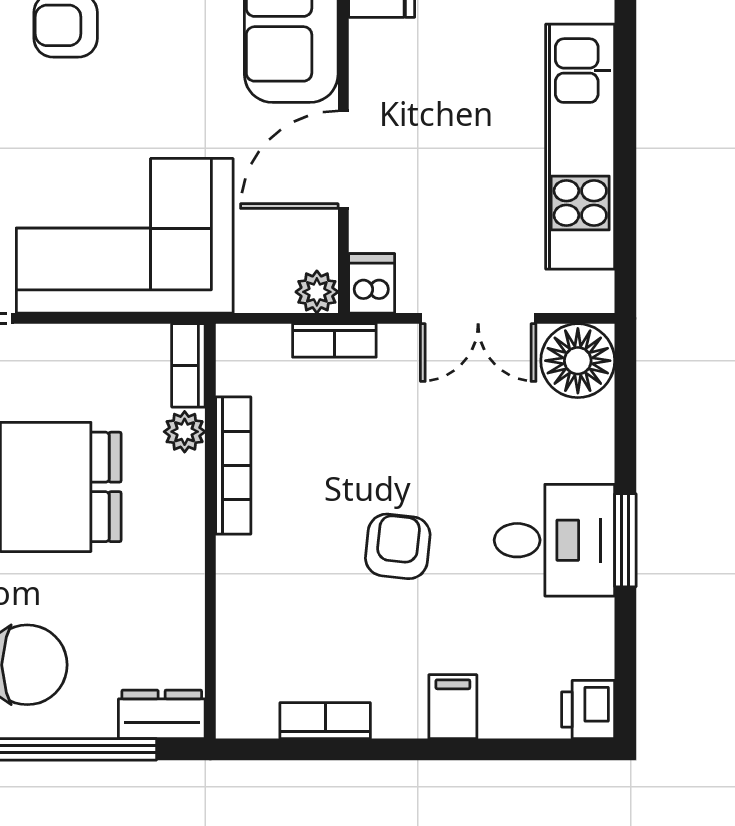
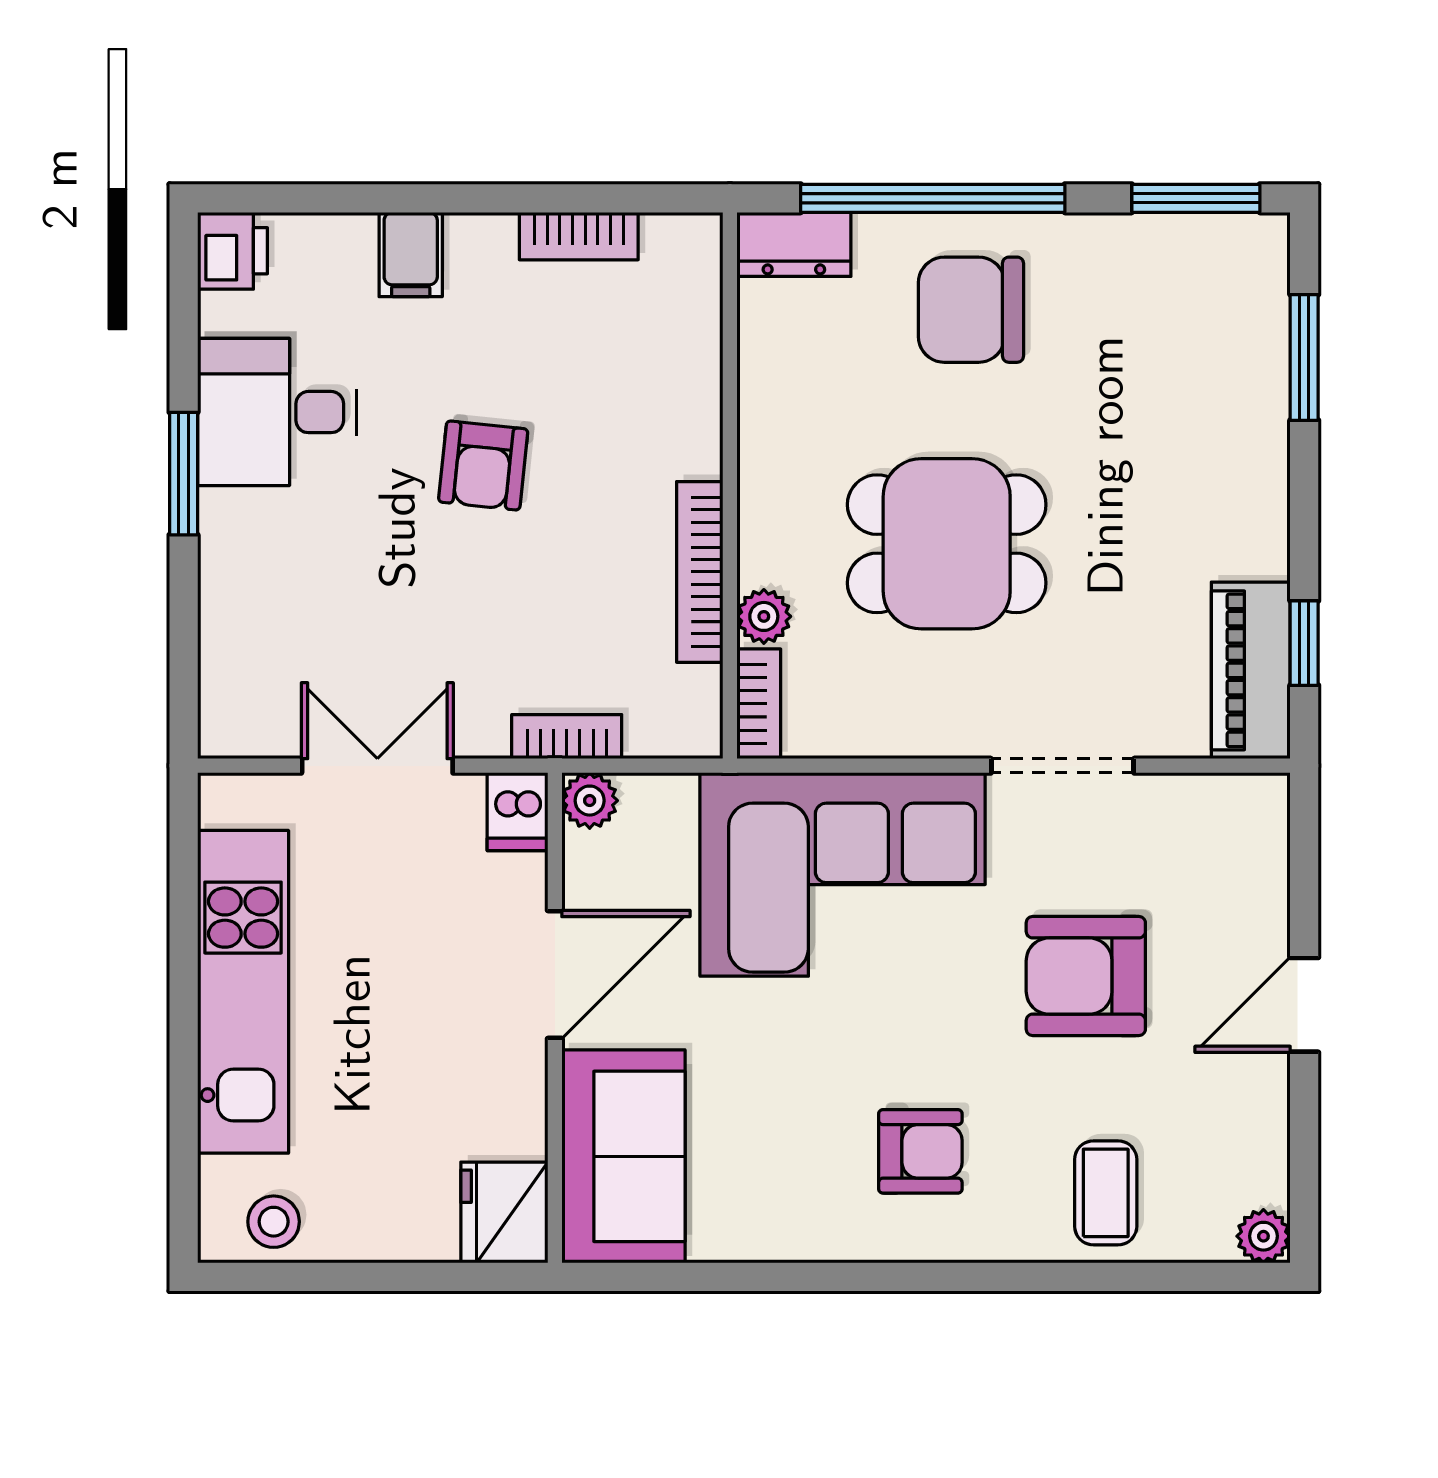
floor lamp: (578, 361) -> (246, 710), removed
desk: (554, 540) -> (277, 412), moved

